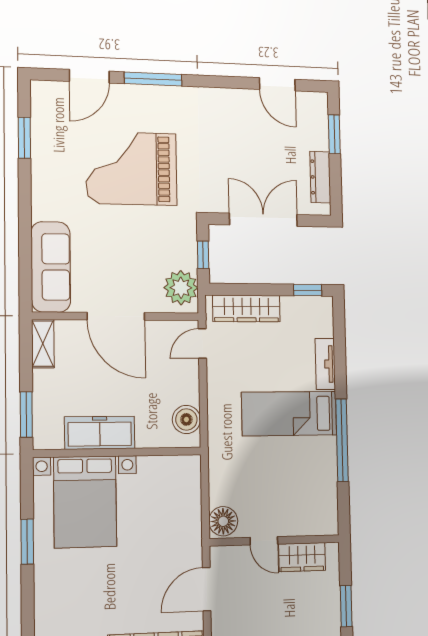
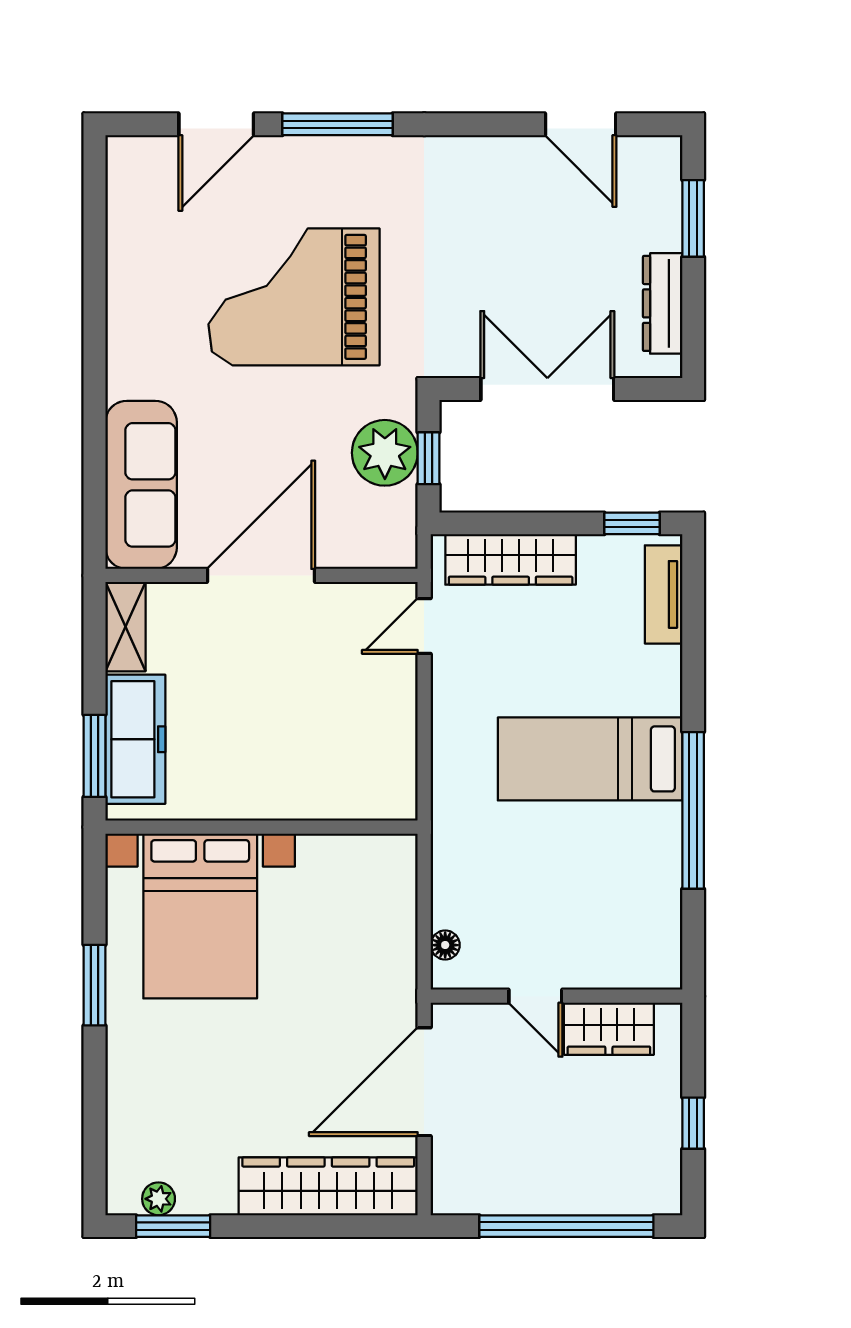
window: (24, 138) -> (95, 245), removed
plant: (181, 288) -> (385, 453), moved
door: (116, 316) -> (261, 575), swing flipped
tv unit: (325, 364) -> (664, 594), moved
boiler: (186, 419) -> (391, 768), removed
freezer: (100, 433) -> (135, 739), moved, turned 90
floor lamp: (223, 521) -> (445, 945), width x0.53, depth x0.53
door: (207, 589) -> (424, 1082), width x1.36
window: (346, 606) -> (693, 1123), width x0.67

